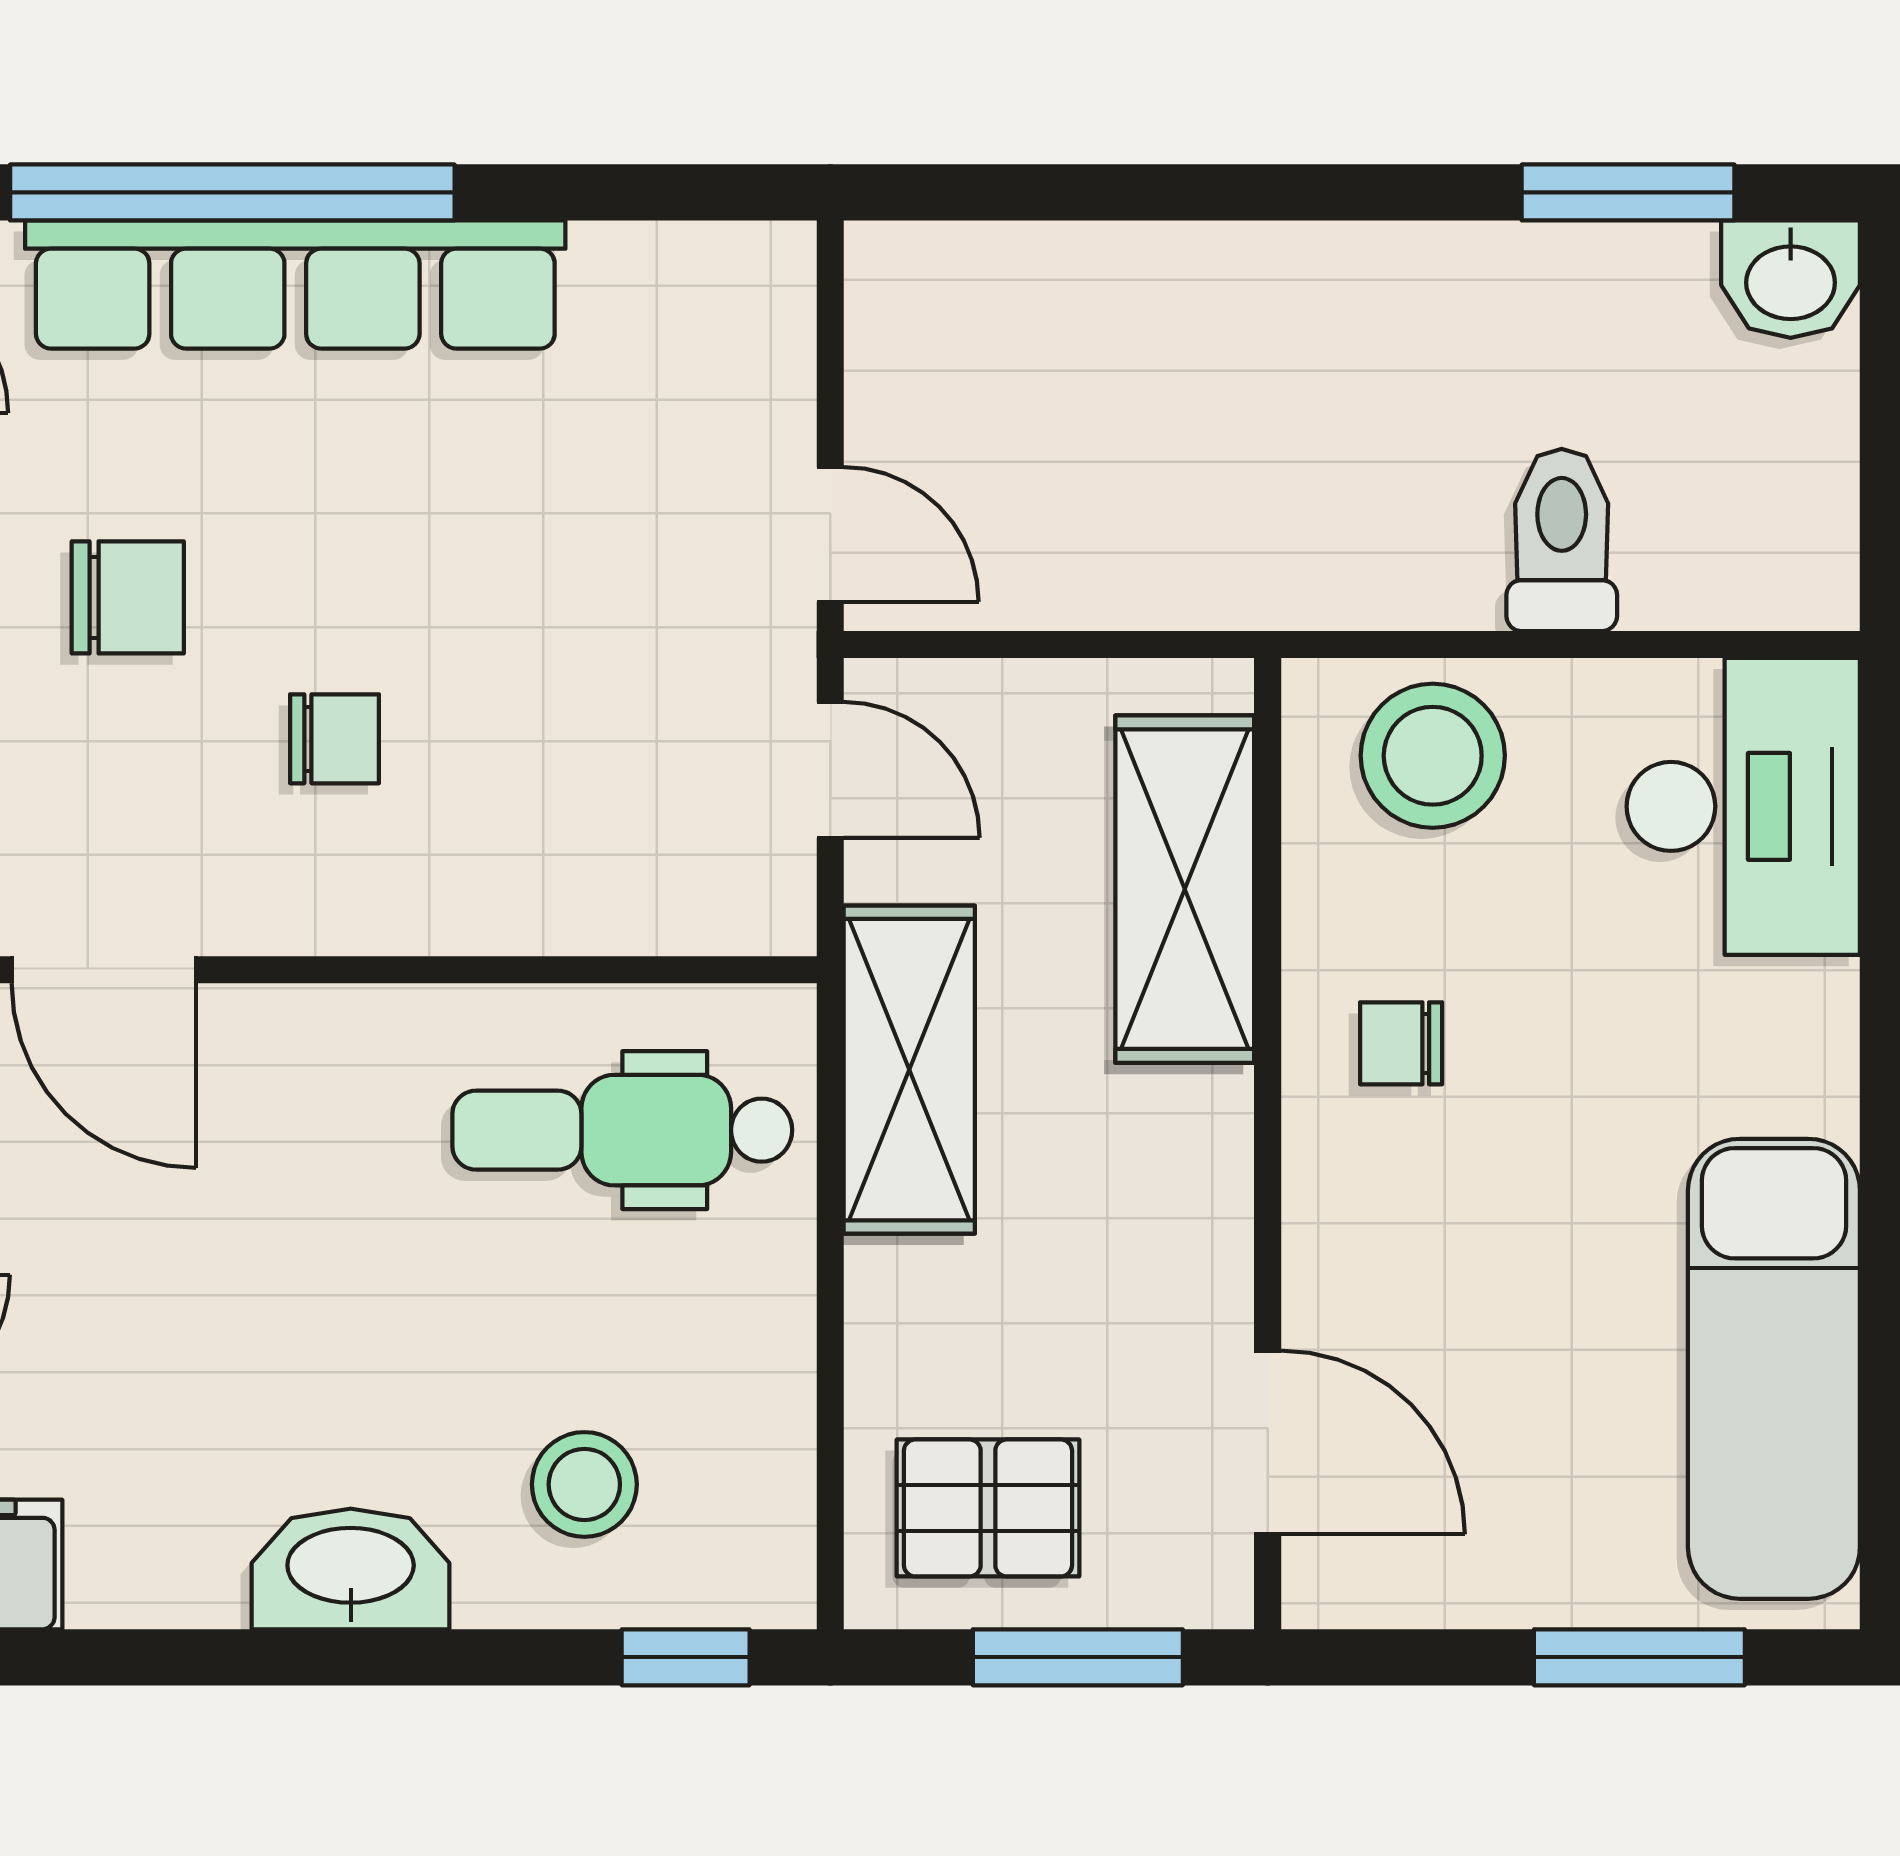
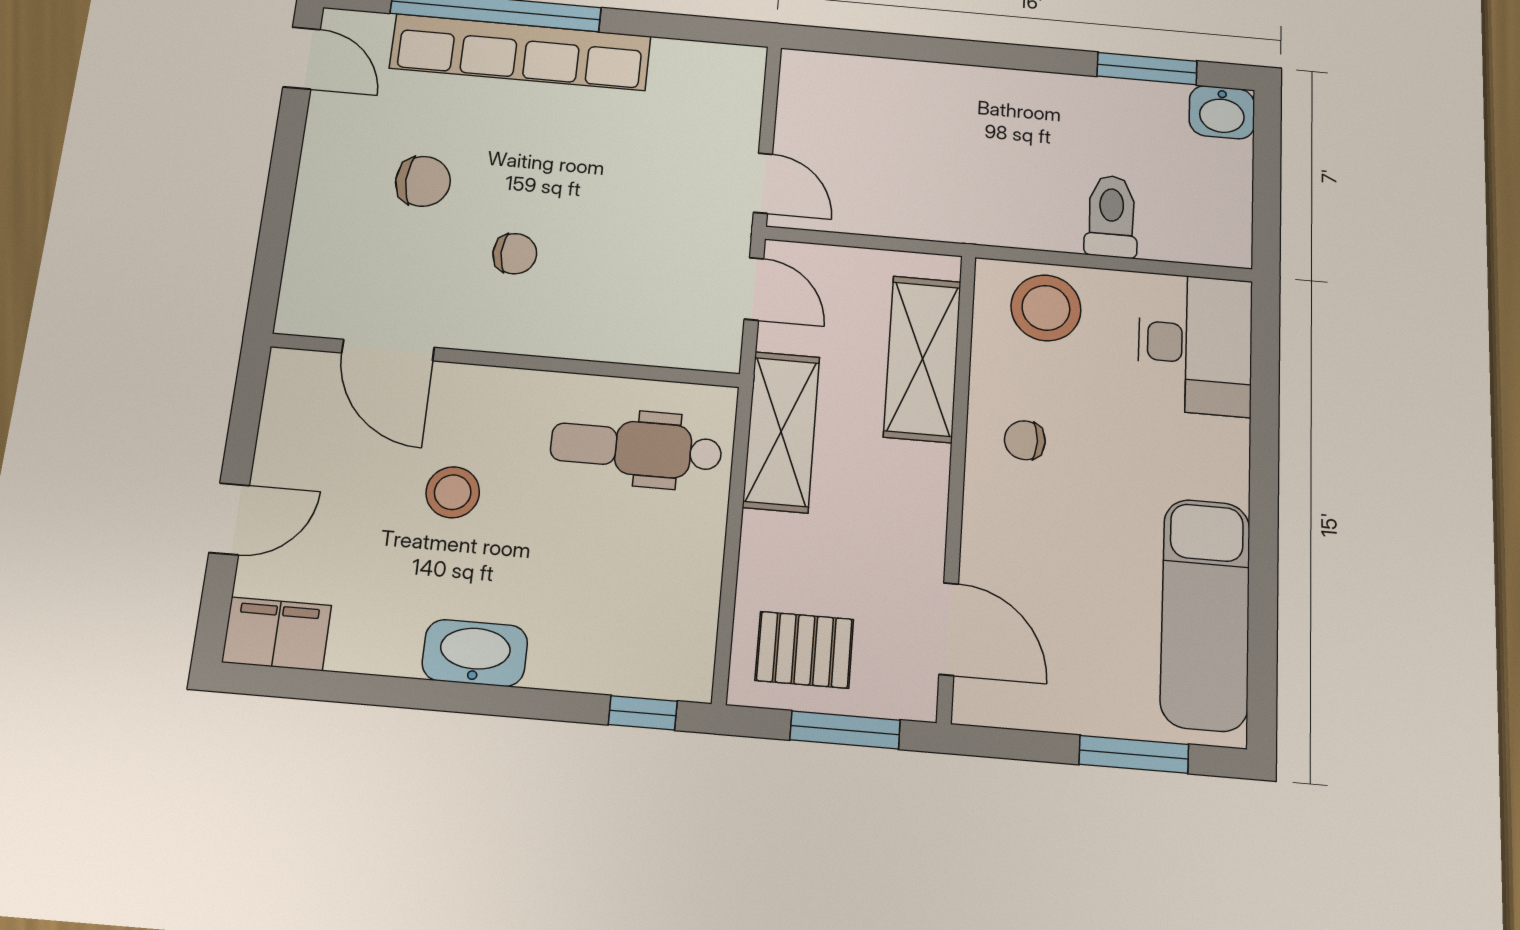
stool: (584, 1484) -> (453, 492), moved

